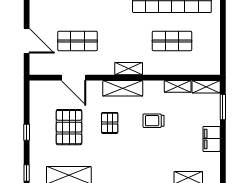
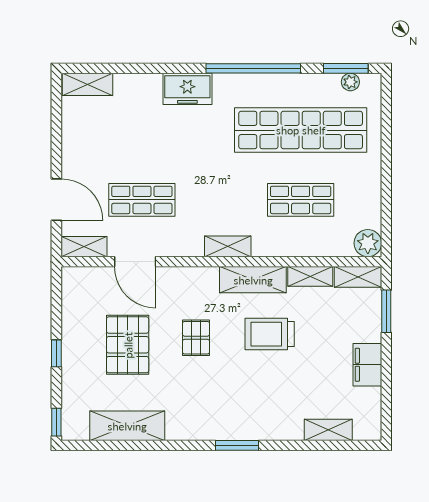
plant: (212, 67) -> (368, 243), added
shelving: (43, 69) -> (84, 247), added
shelving: (123, 88) -> (253, 280), moved
trolley: (154, 121) -> (270, 334), width x1.36, depth x1.39

